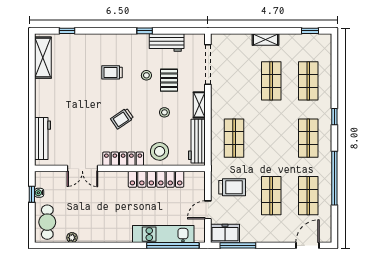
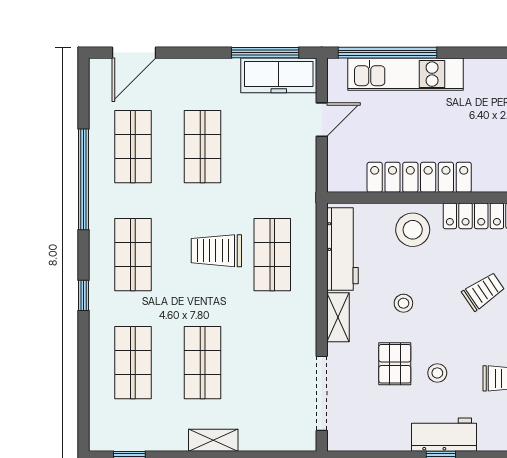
workbench: (167, 43) -> (444, 435), moved
trolley: (232, 187) -> (216, 251), moved
freezer: (225, 233) -> (279, 75), width x1.40

